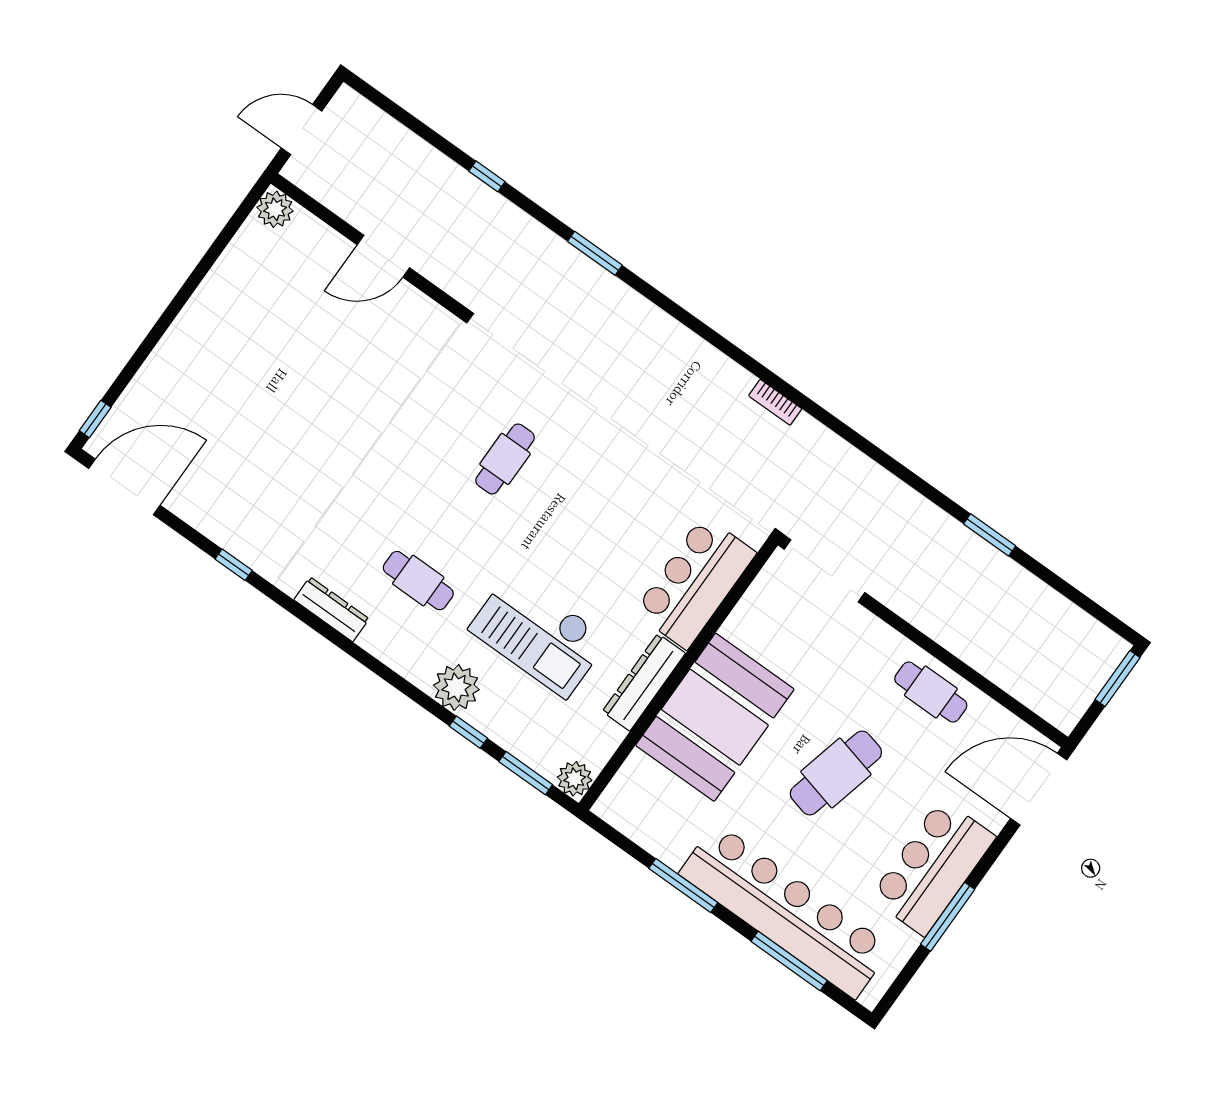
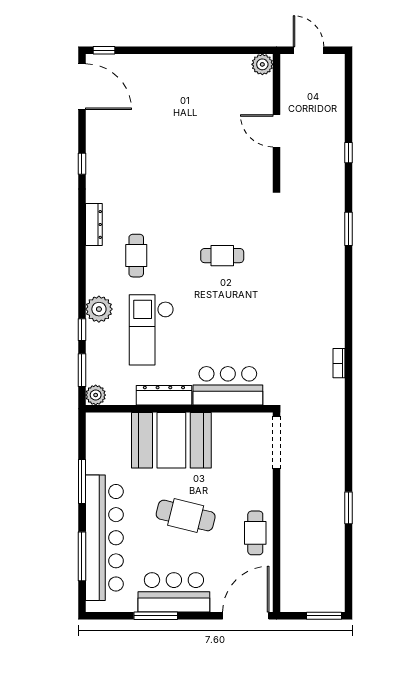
door: (1039, 789) -> (246, 616), hinge flipped

